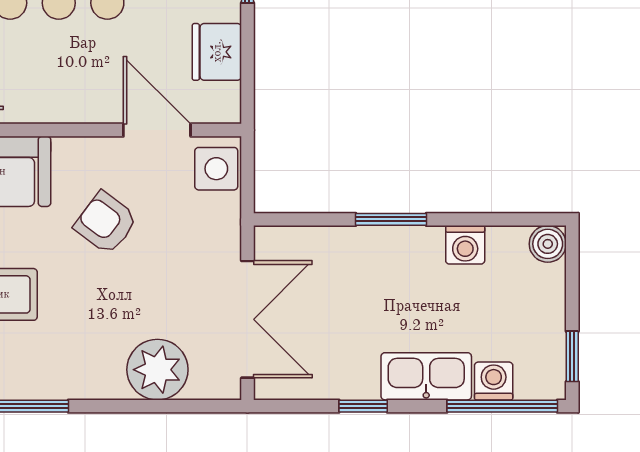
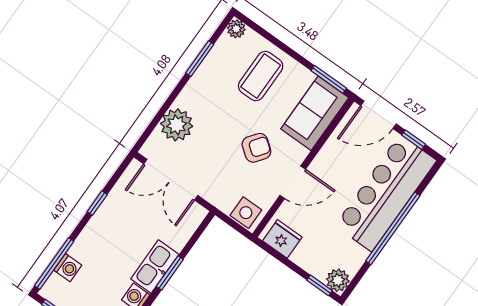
fridge: (217, 52) -> (282, 239), moved
door: (157, 130) -> (293, 182), moved
kitchen sink: (426, 376) -> (155, 267), moved, turned 180

